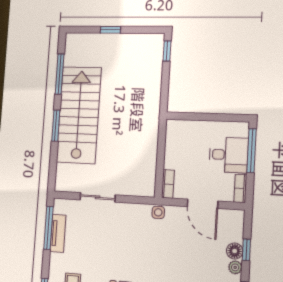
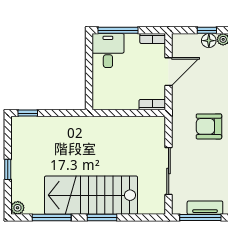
plant: (72, 40) -> (18, 208), added
desk: (229, 155) -> (108, 51), moved
sliding door: (98, 197) -> (169, 171), width x1.37
side table: (158, 212) -> (179, 112), removed
armchair: (141, 244) -> (209, 126), added

